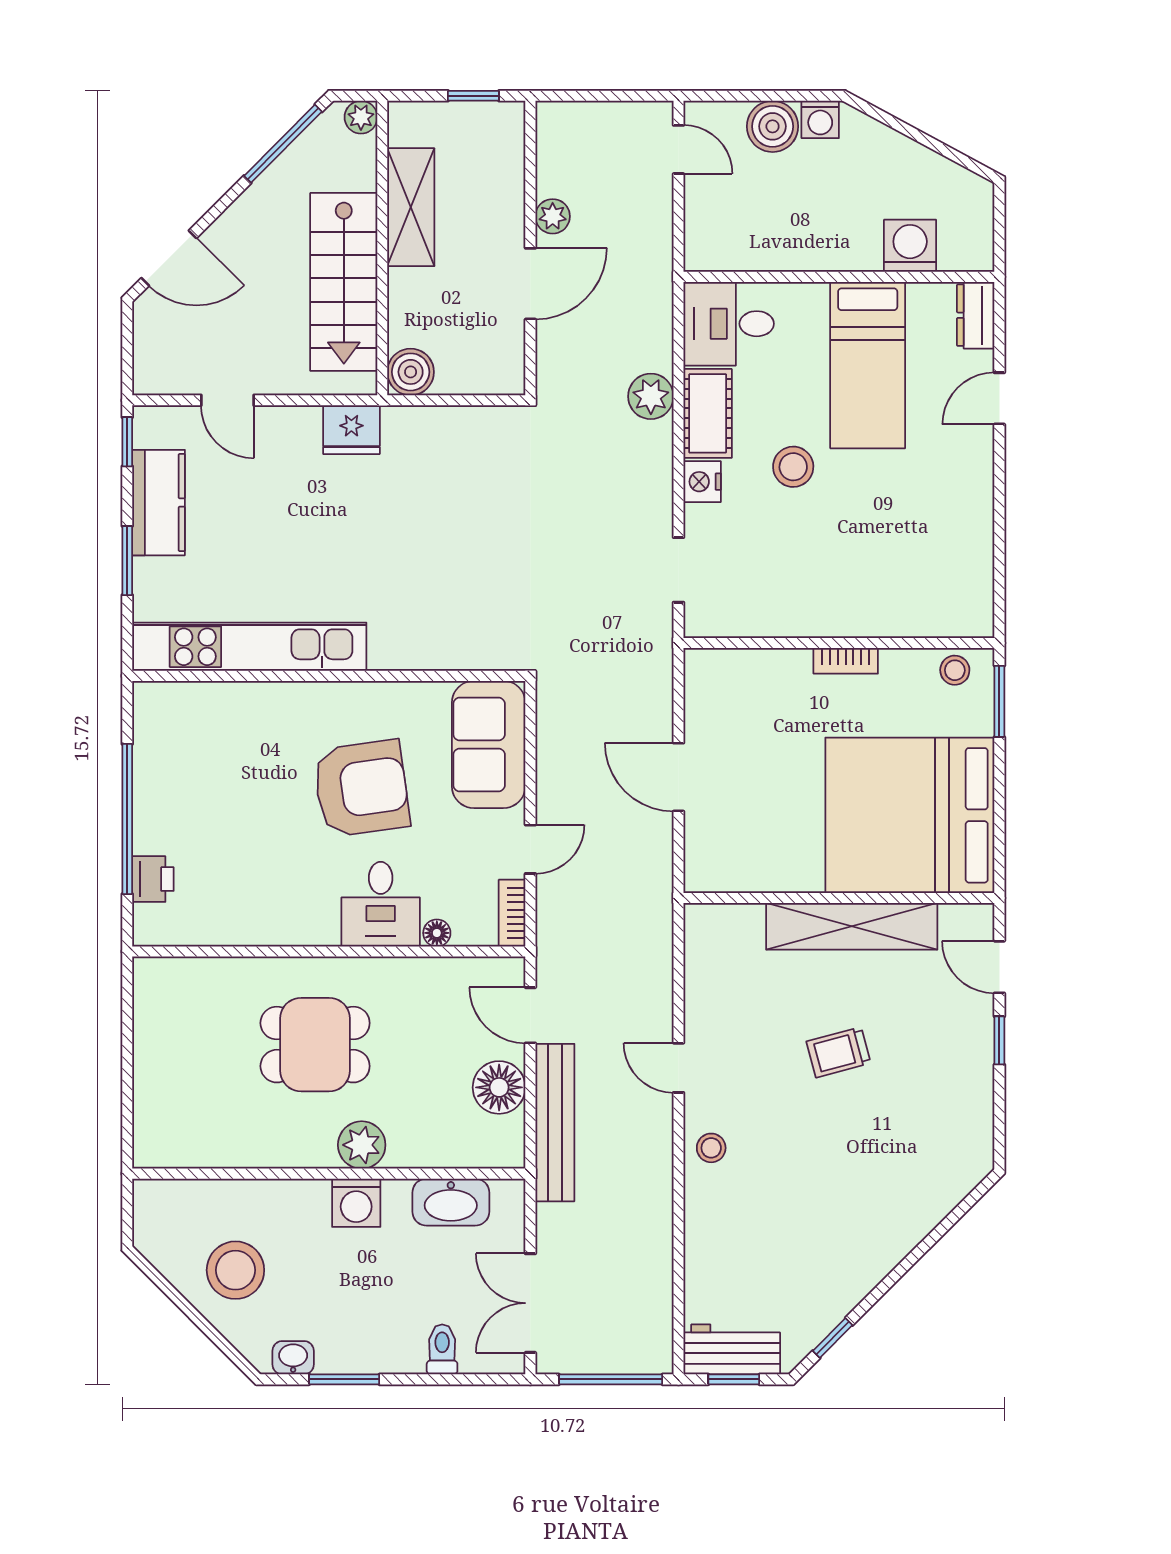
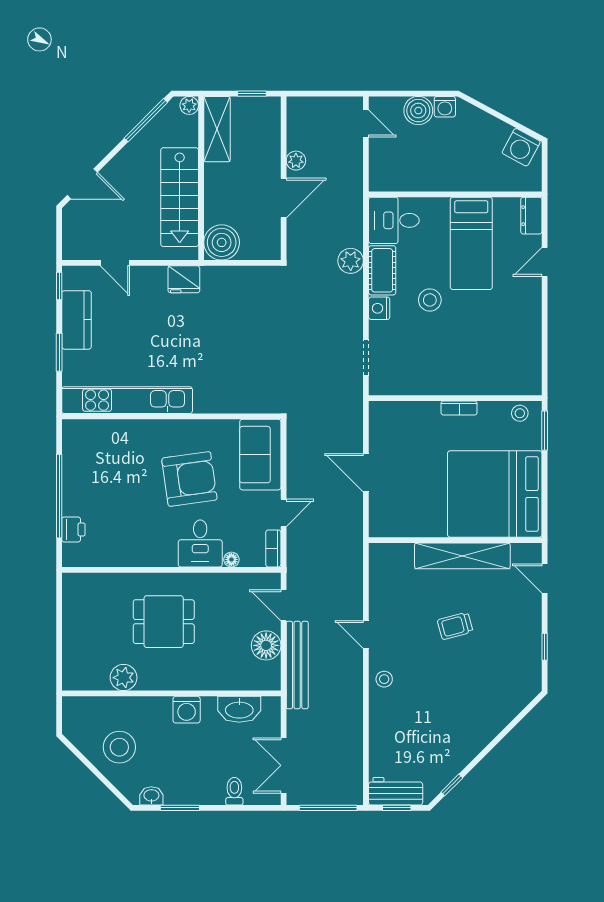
shelving: (411, 207) -> (217, 129), moved
washing machine: (910, 246) -> (521, 147), moved, turned -152
boiler: (411, 372) -> (222, 242), width x1.37, depth x1.37
window: (999, 1040) -> (545, 647), moved
plant: (362, 1145) -> (124, 678), moved

